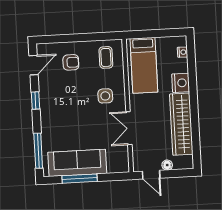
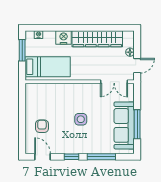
window: (162, 33) -> (22, 50), added
coffee table: (106, 57) -> (39, 97), removed
side table: (105, 96) -> (81, 119), moved
double door: (129, 128) -> (114, 82), moved
window: (38, 151) -> (101, 157), moved

